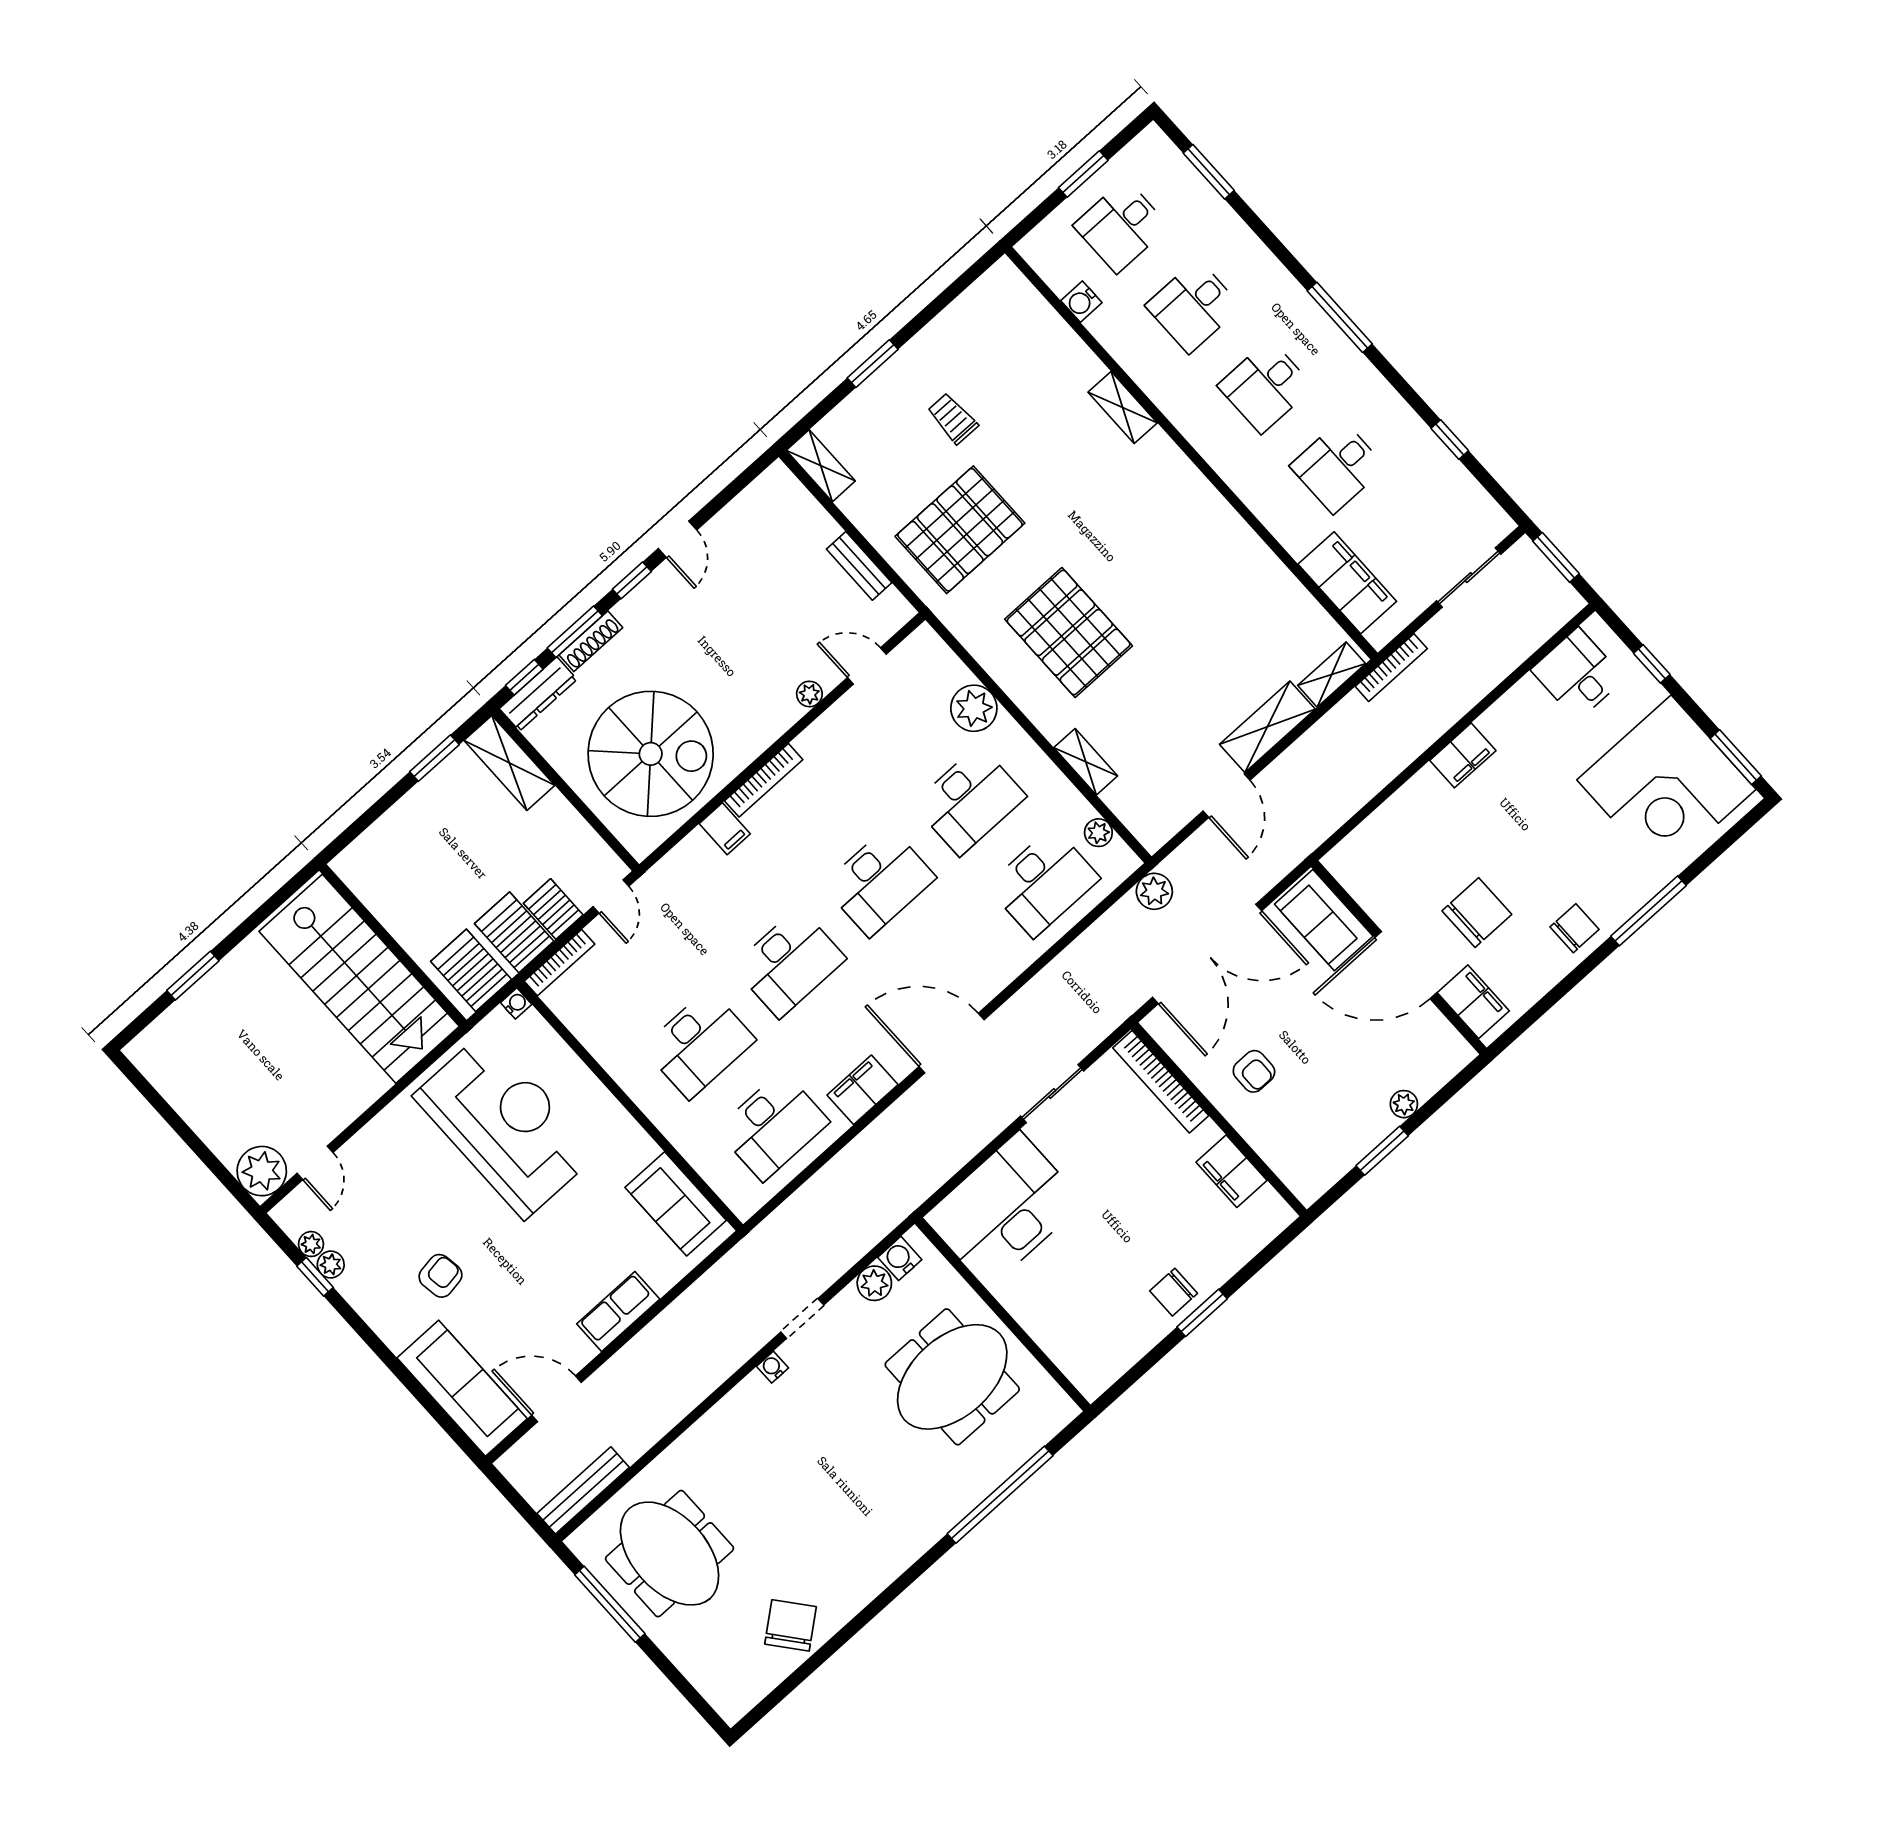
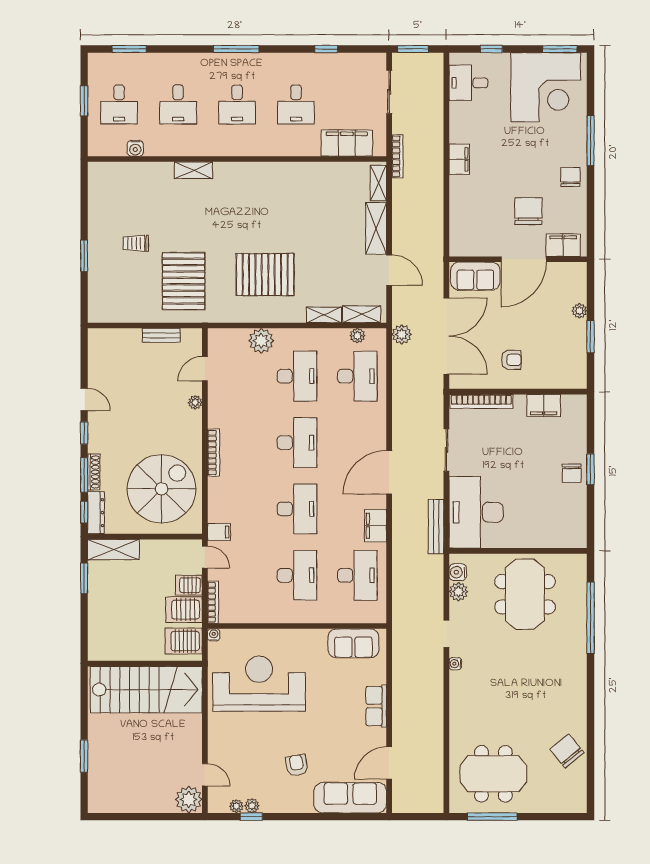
shelving: (821, 466) -> (362, 314), moved
filing cabinet: (725, 829) -> (219, 532), moved
bench: (583, 1490) -> (436, 527), moved

